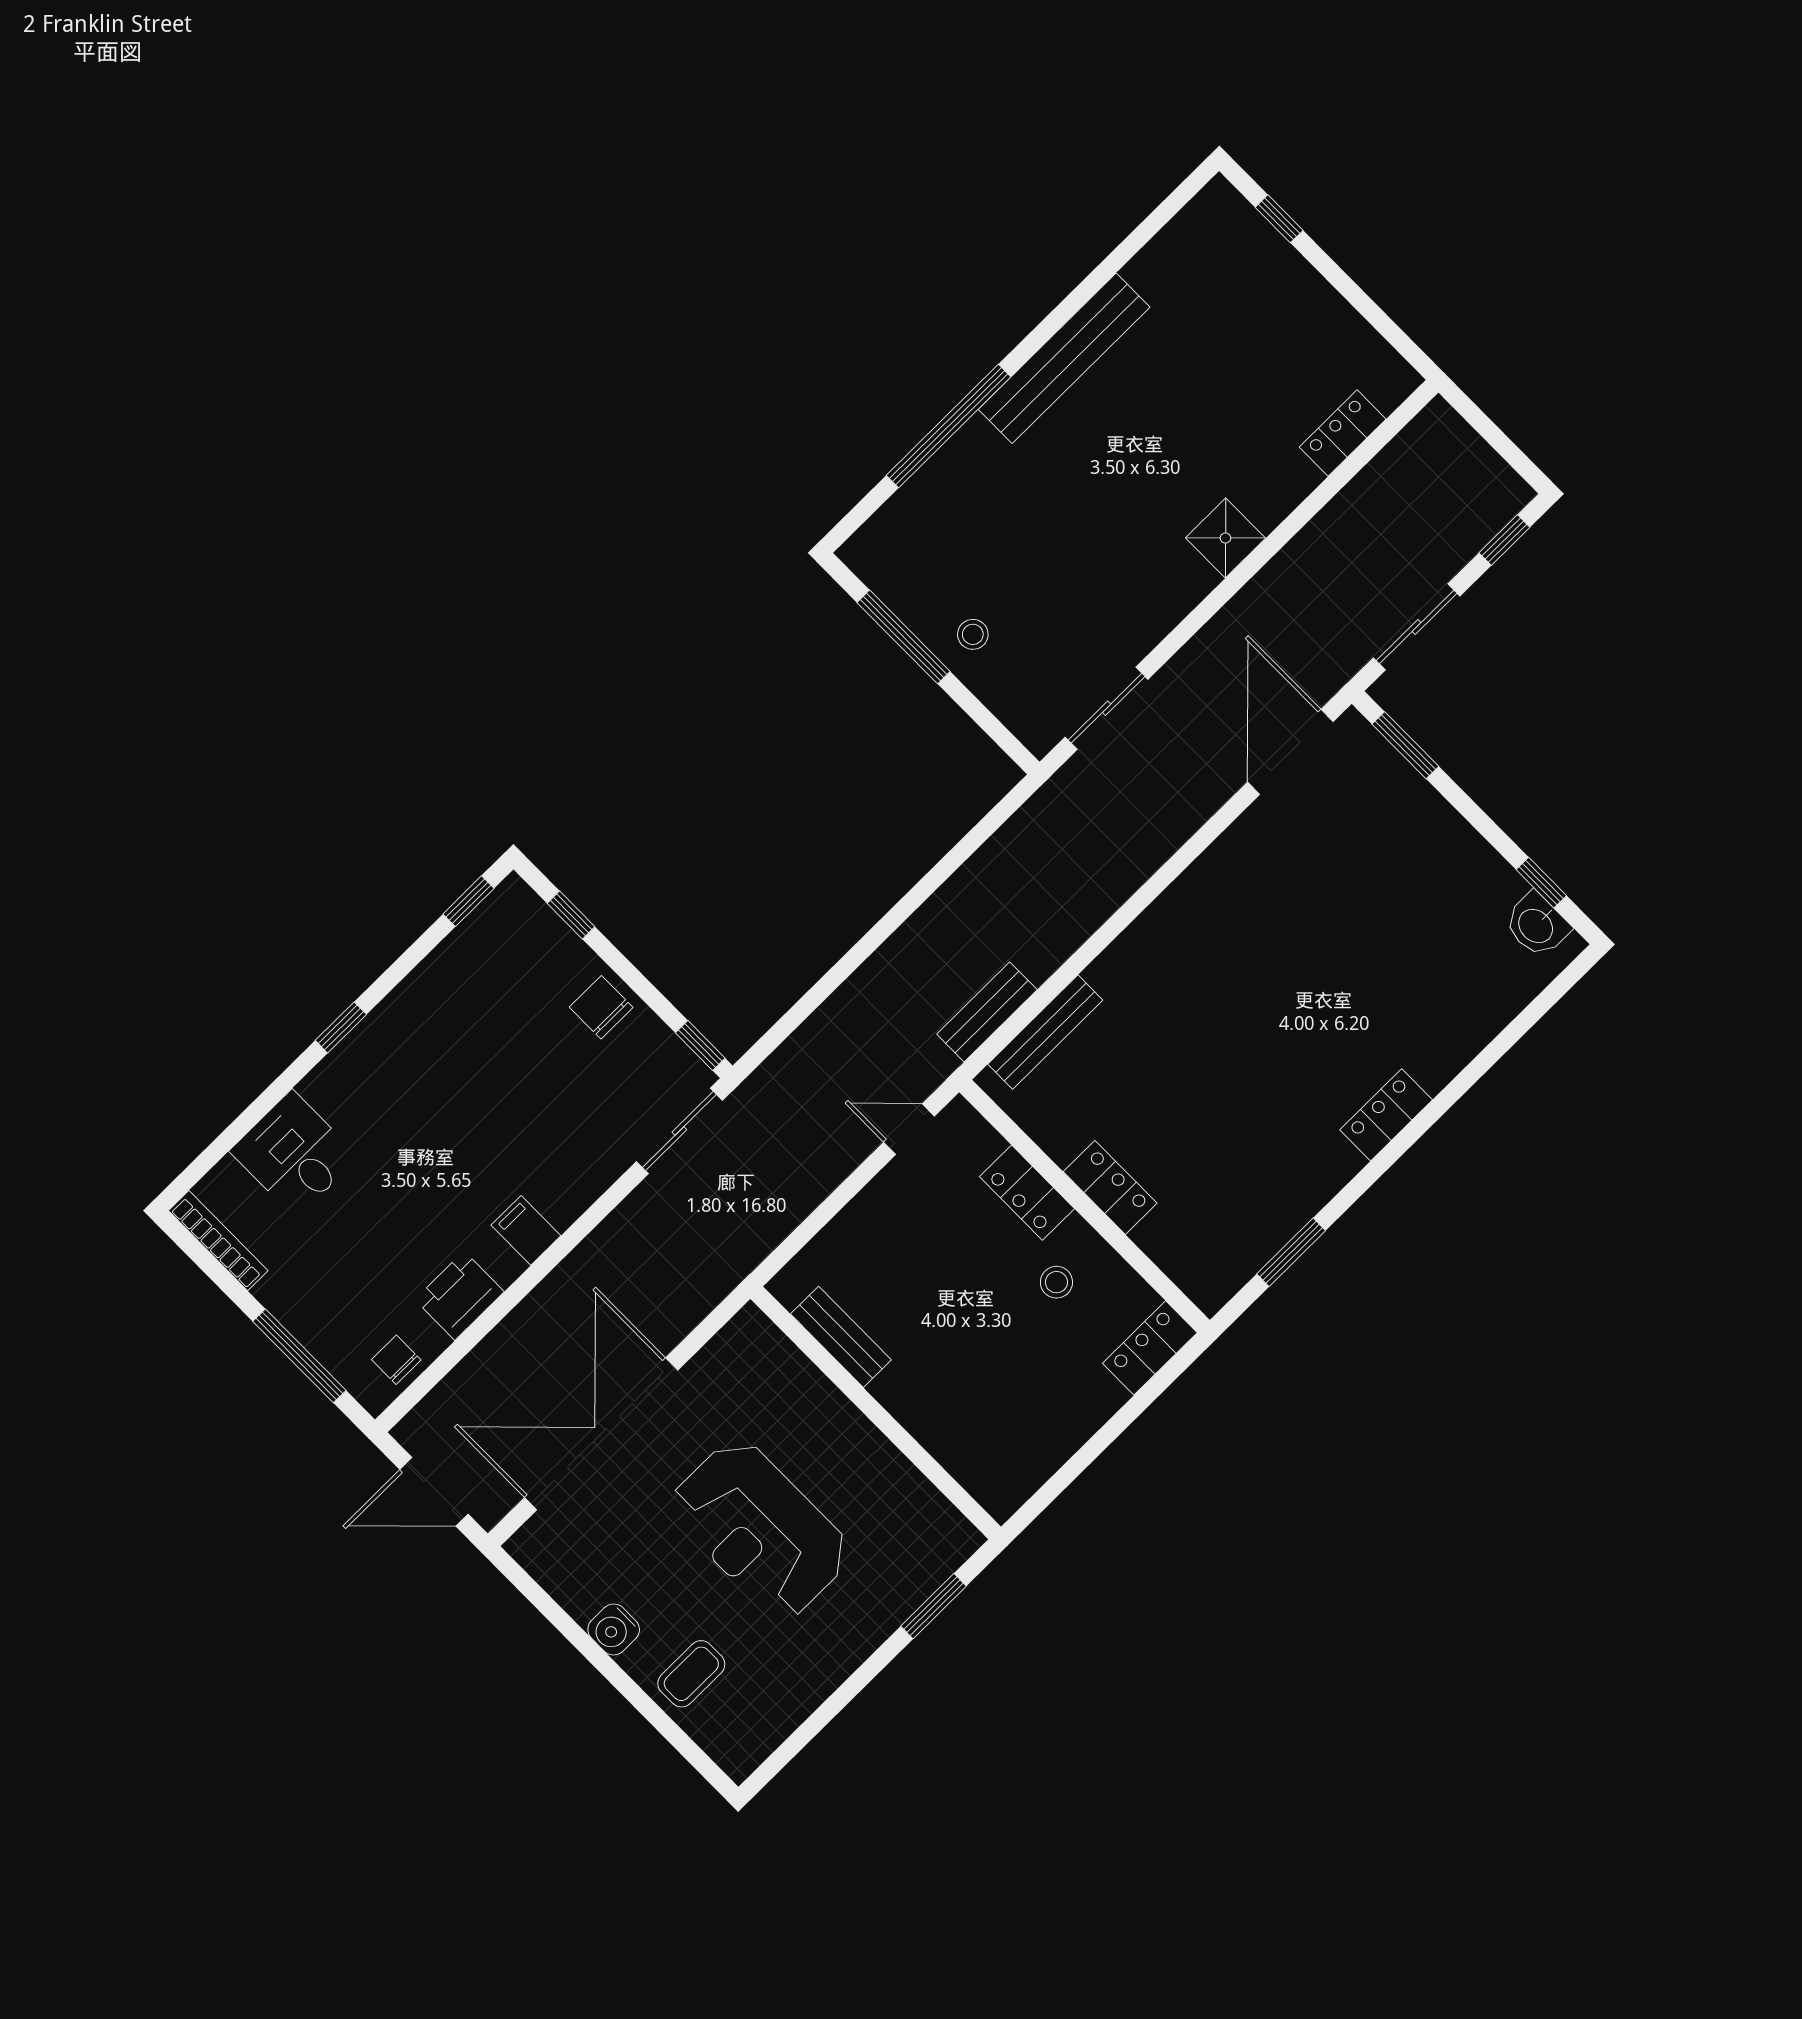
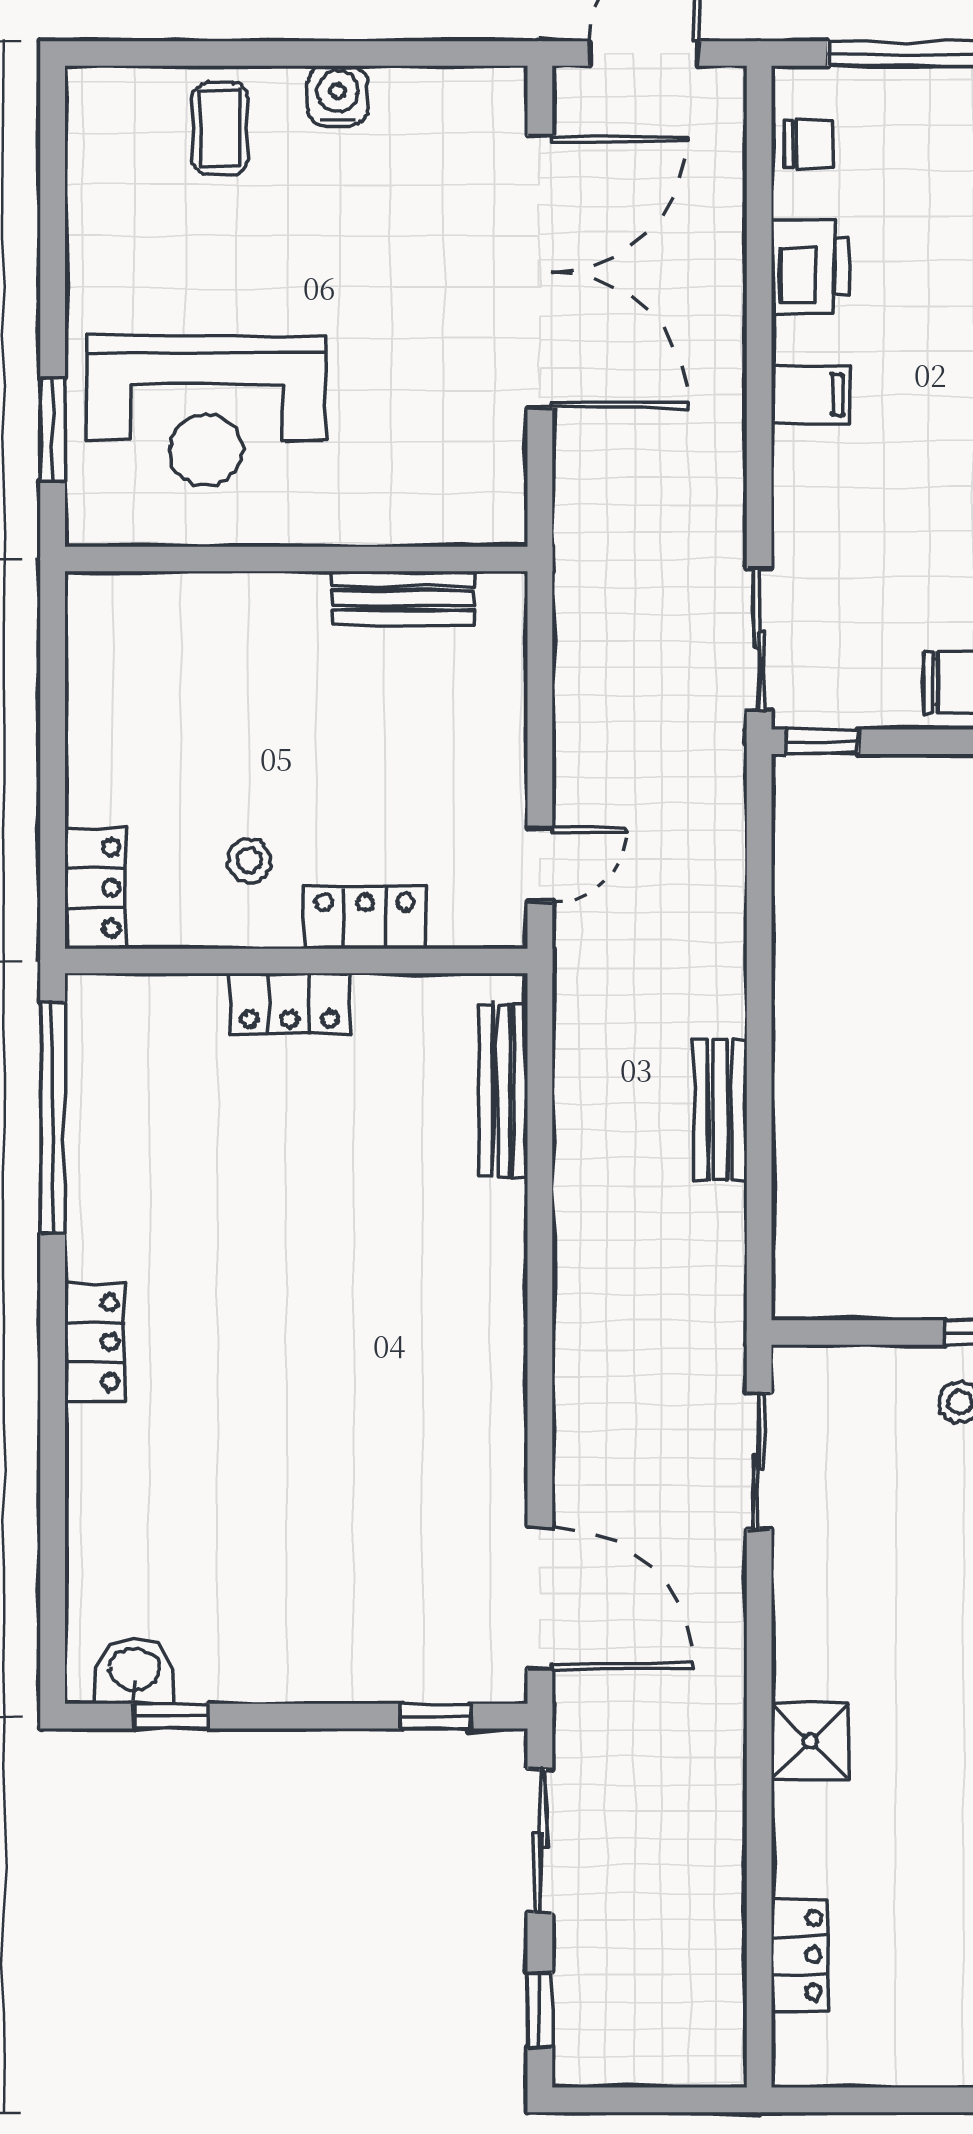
window: (1405, 745) -> (436, 1716), width x0.67
bench: (987, 1012) -> (720, 1110), moved
window: (1291, 1252) -> (53, 1117), width x2.11
reception desk: (760, 1529) -> (206, 411), moved, turned 180

